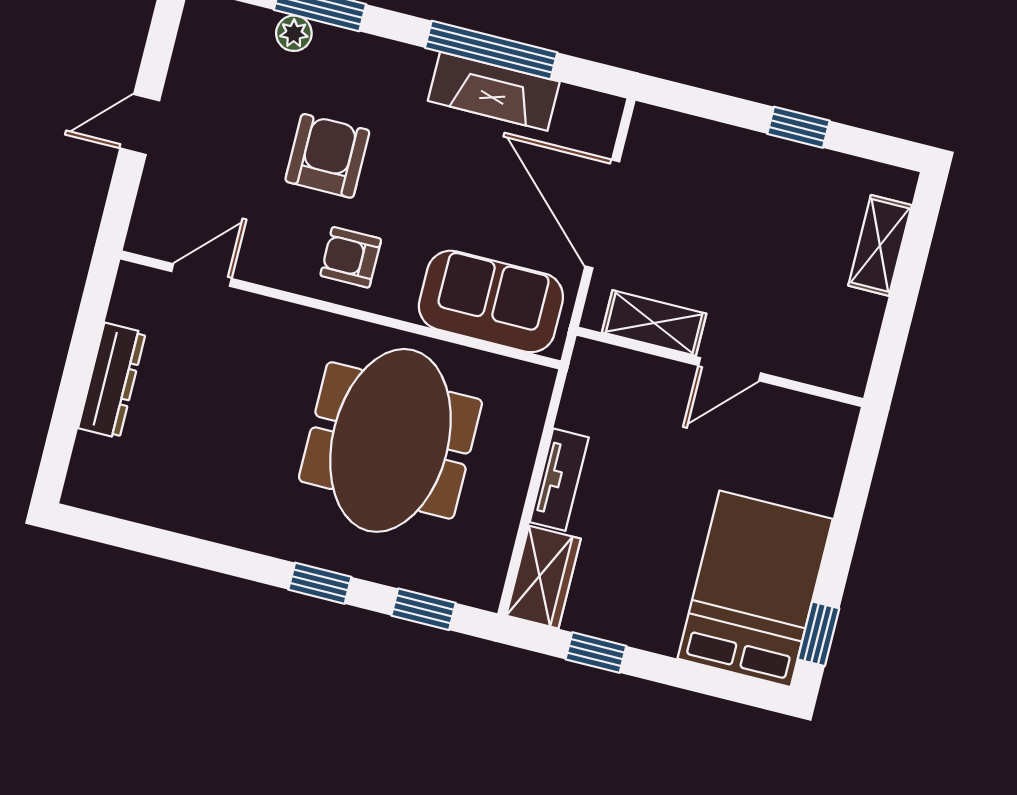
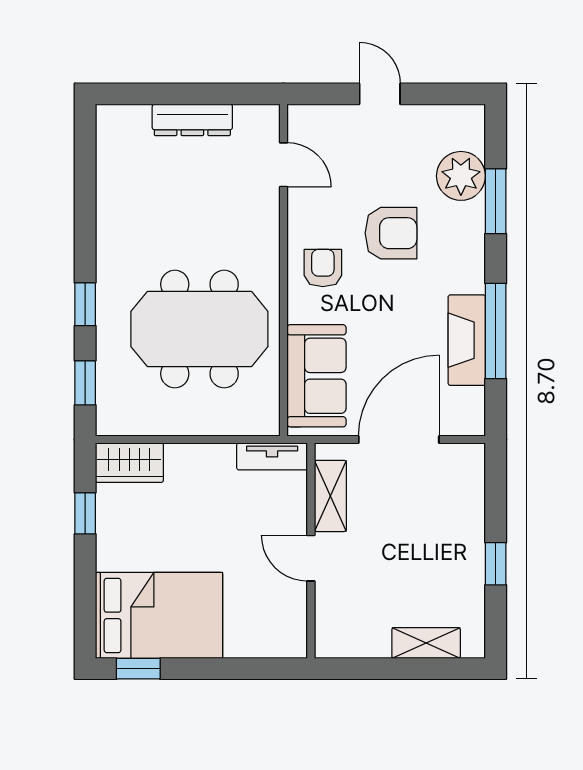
plant: (294, 33) -> (461, 176), width x1.88, depth x1.88
tv unit: (559, 480) -> (272, 456), moved

